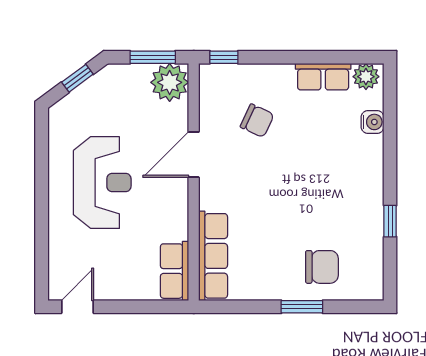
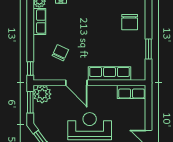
row of seats: (213, 256) -> (109, 74), moved
chair: (322, 267) -> (130, 22), turned 180
window: (302, 307) -> (148, 49), moved

